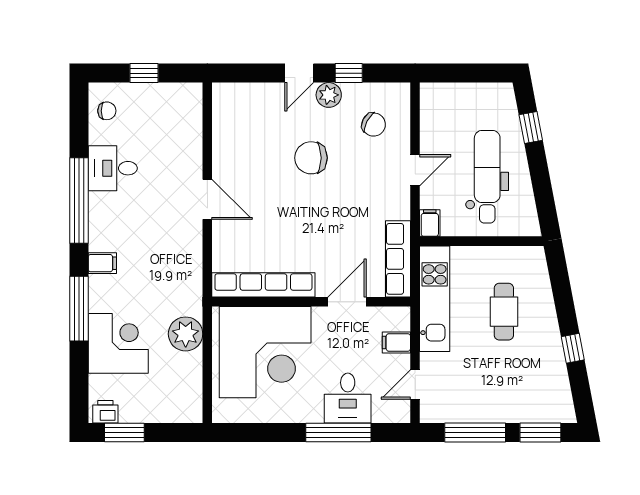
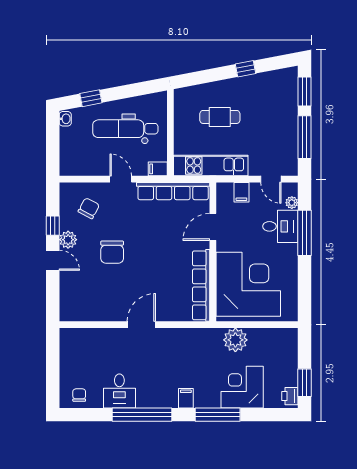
window: (144, 73) -> (53, 369), removed
washbasin: (501, 91) -> (65, 119), added
row of seats: (398, 259) -> (173, 191), width x1.36
door: (347, 302) -> (213, 227), hinge flipped
plant: (382, 414) -> (292, 203), added

